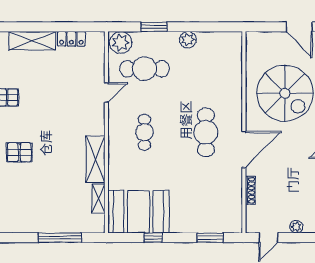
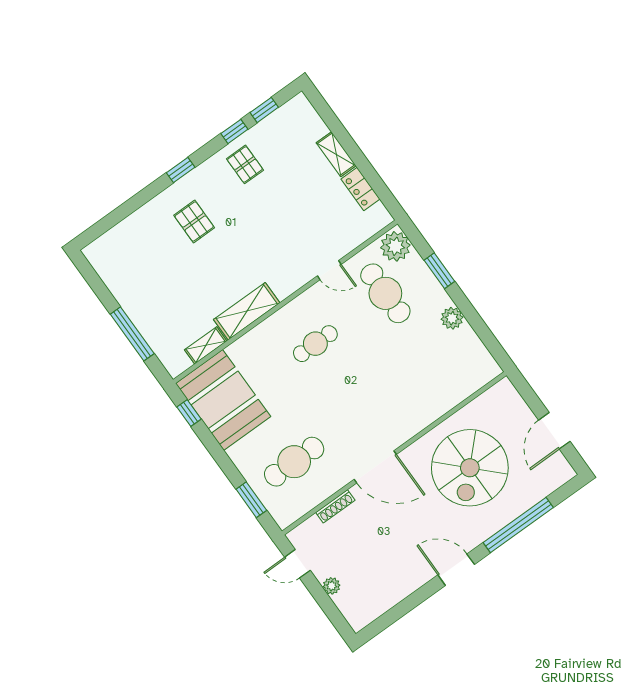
shelving: (32, 41) -> (336, 154), width x0.67, depth x0.75
cafe table: (206, 132) -> (294, 462), moved
window: (153, 238) -> (189, 413), moved

